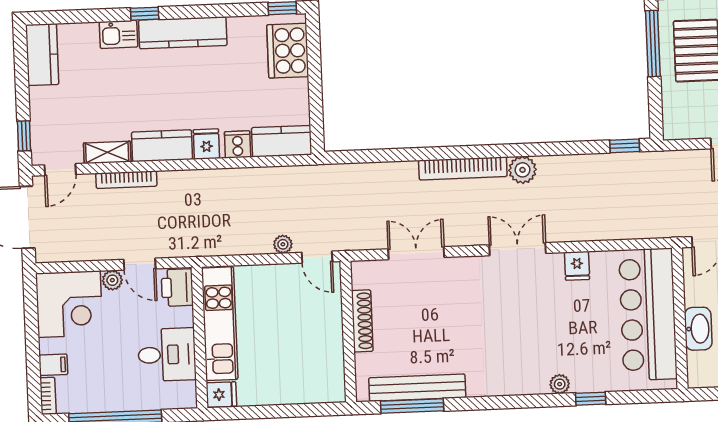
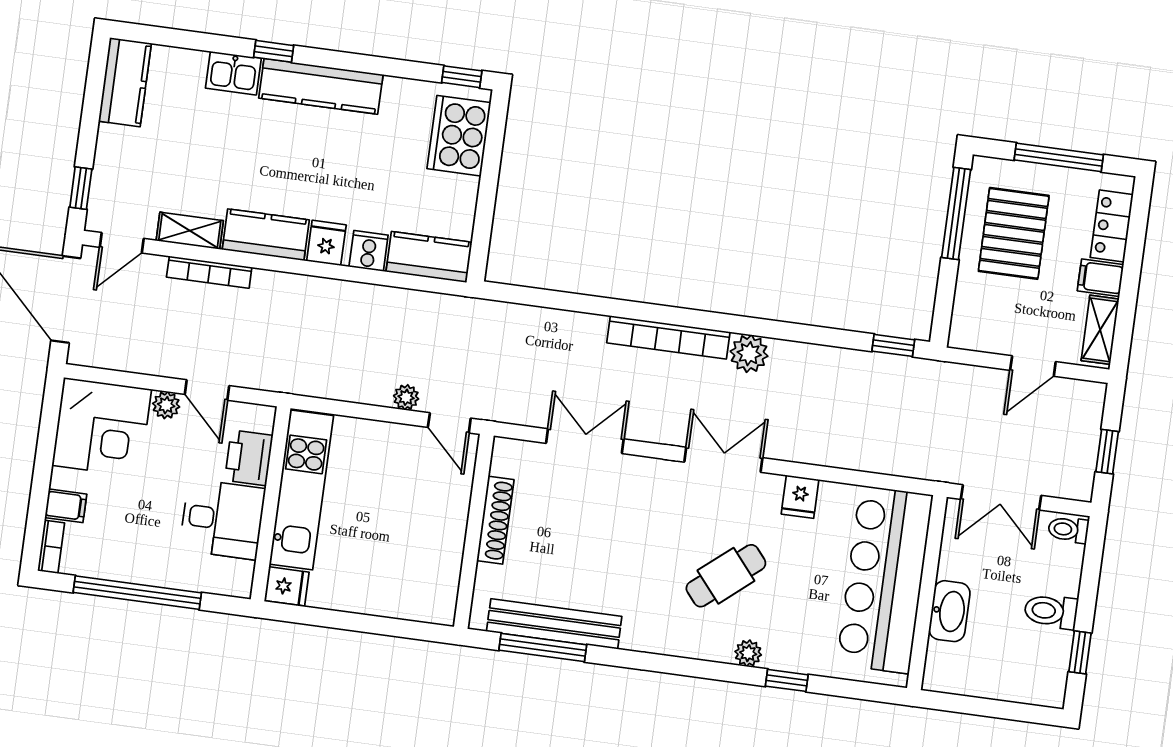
printer: (177, 288) -> (249, 458), moved
cafe table: (534, 332) -> (726, 576), added

